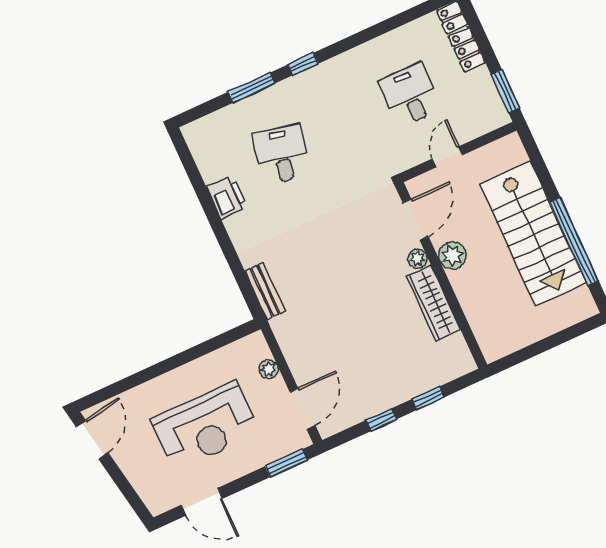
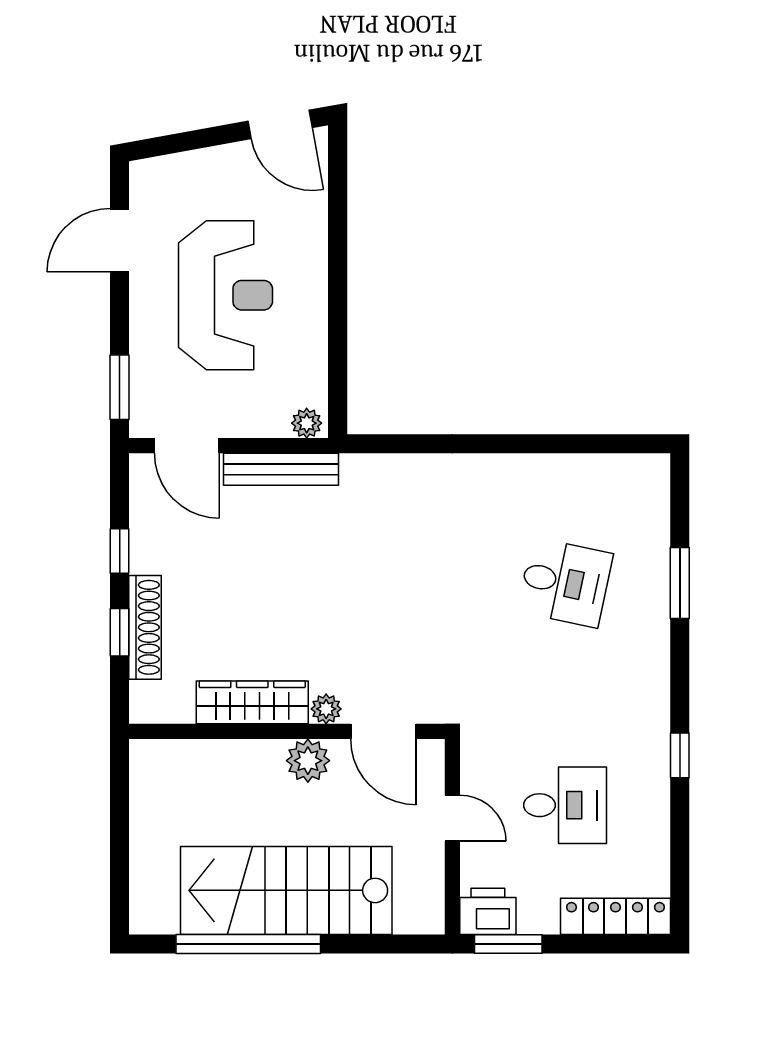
window: (303, 64) -> (680, 755), moved
printer: (227, 197) -> (488, 911), moved, turned 180
bench: (265, 291) -> (281, 469), moved, width x1.36
plant: (269, 369) -> (307, 423), moved
shoe rack: (418, 385) -> (145, 627), added
reception desk: (205, 426) -> (226, 295), turned 180

